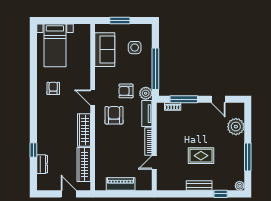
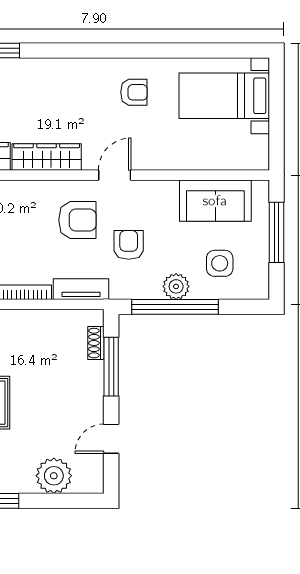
window: (120, 21) -> (276, 232), width x1.44
plant: (146, 93) -> (176, 286), moved

